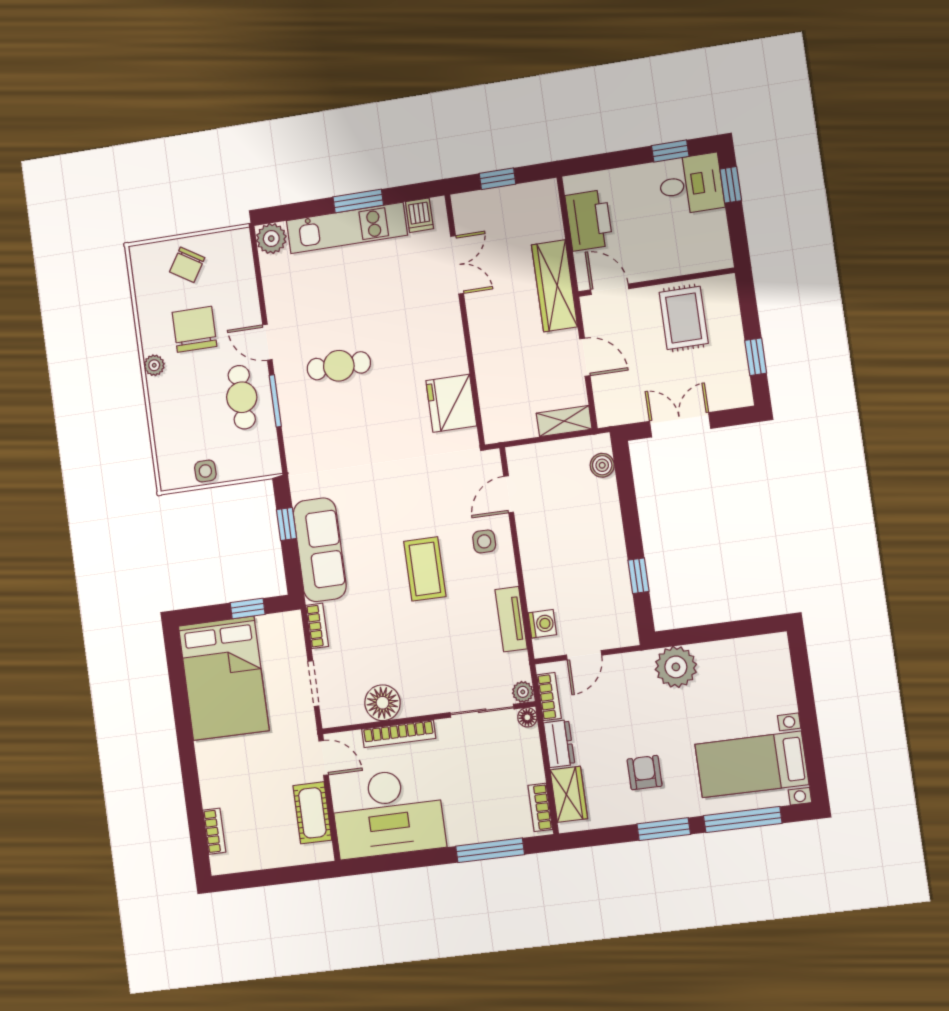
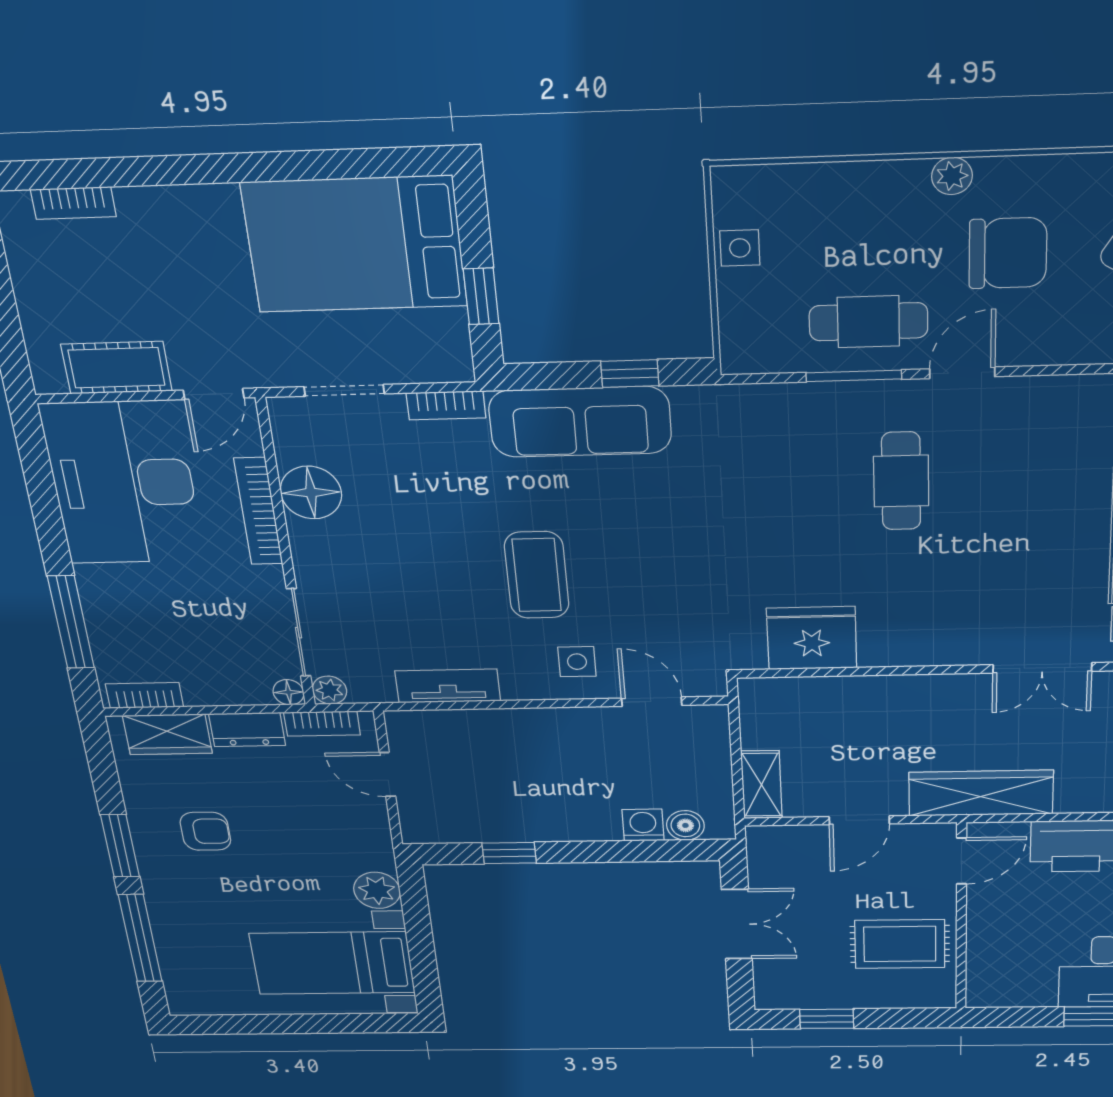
coffee table: (425, 569) -> (537, 575), turned 90
washing machine: (542, 624) -> (643, 825), moved, turned 180
plant: (676, 667) -> (377, 890), width x0.73, depth x0.73
bed with nightstands: (752, 764) -> (332, 963), moved, turned -90

